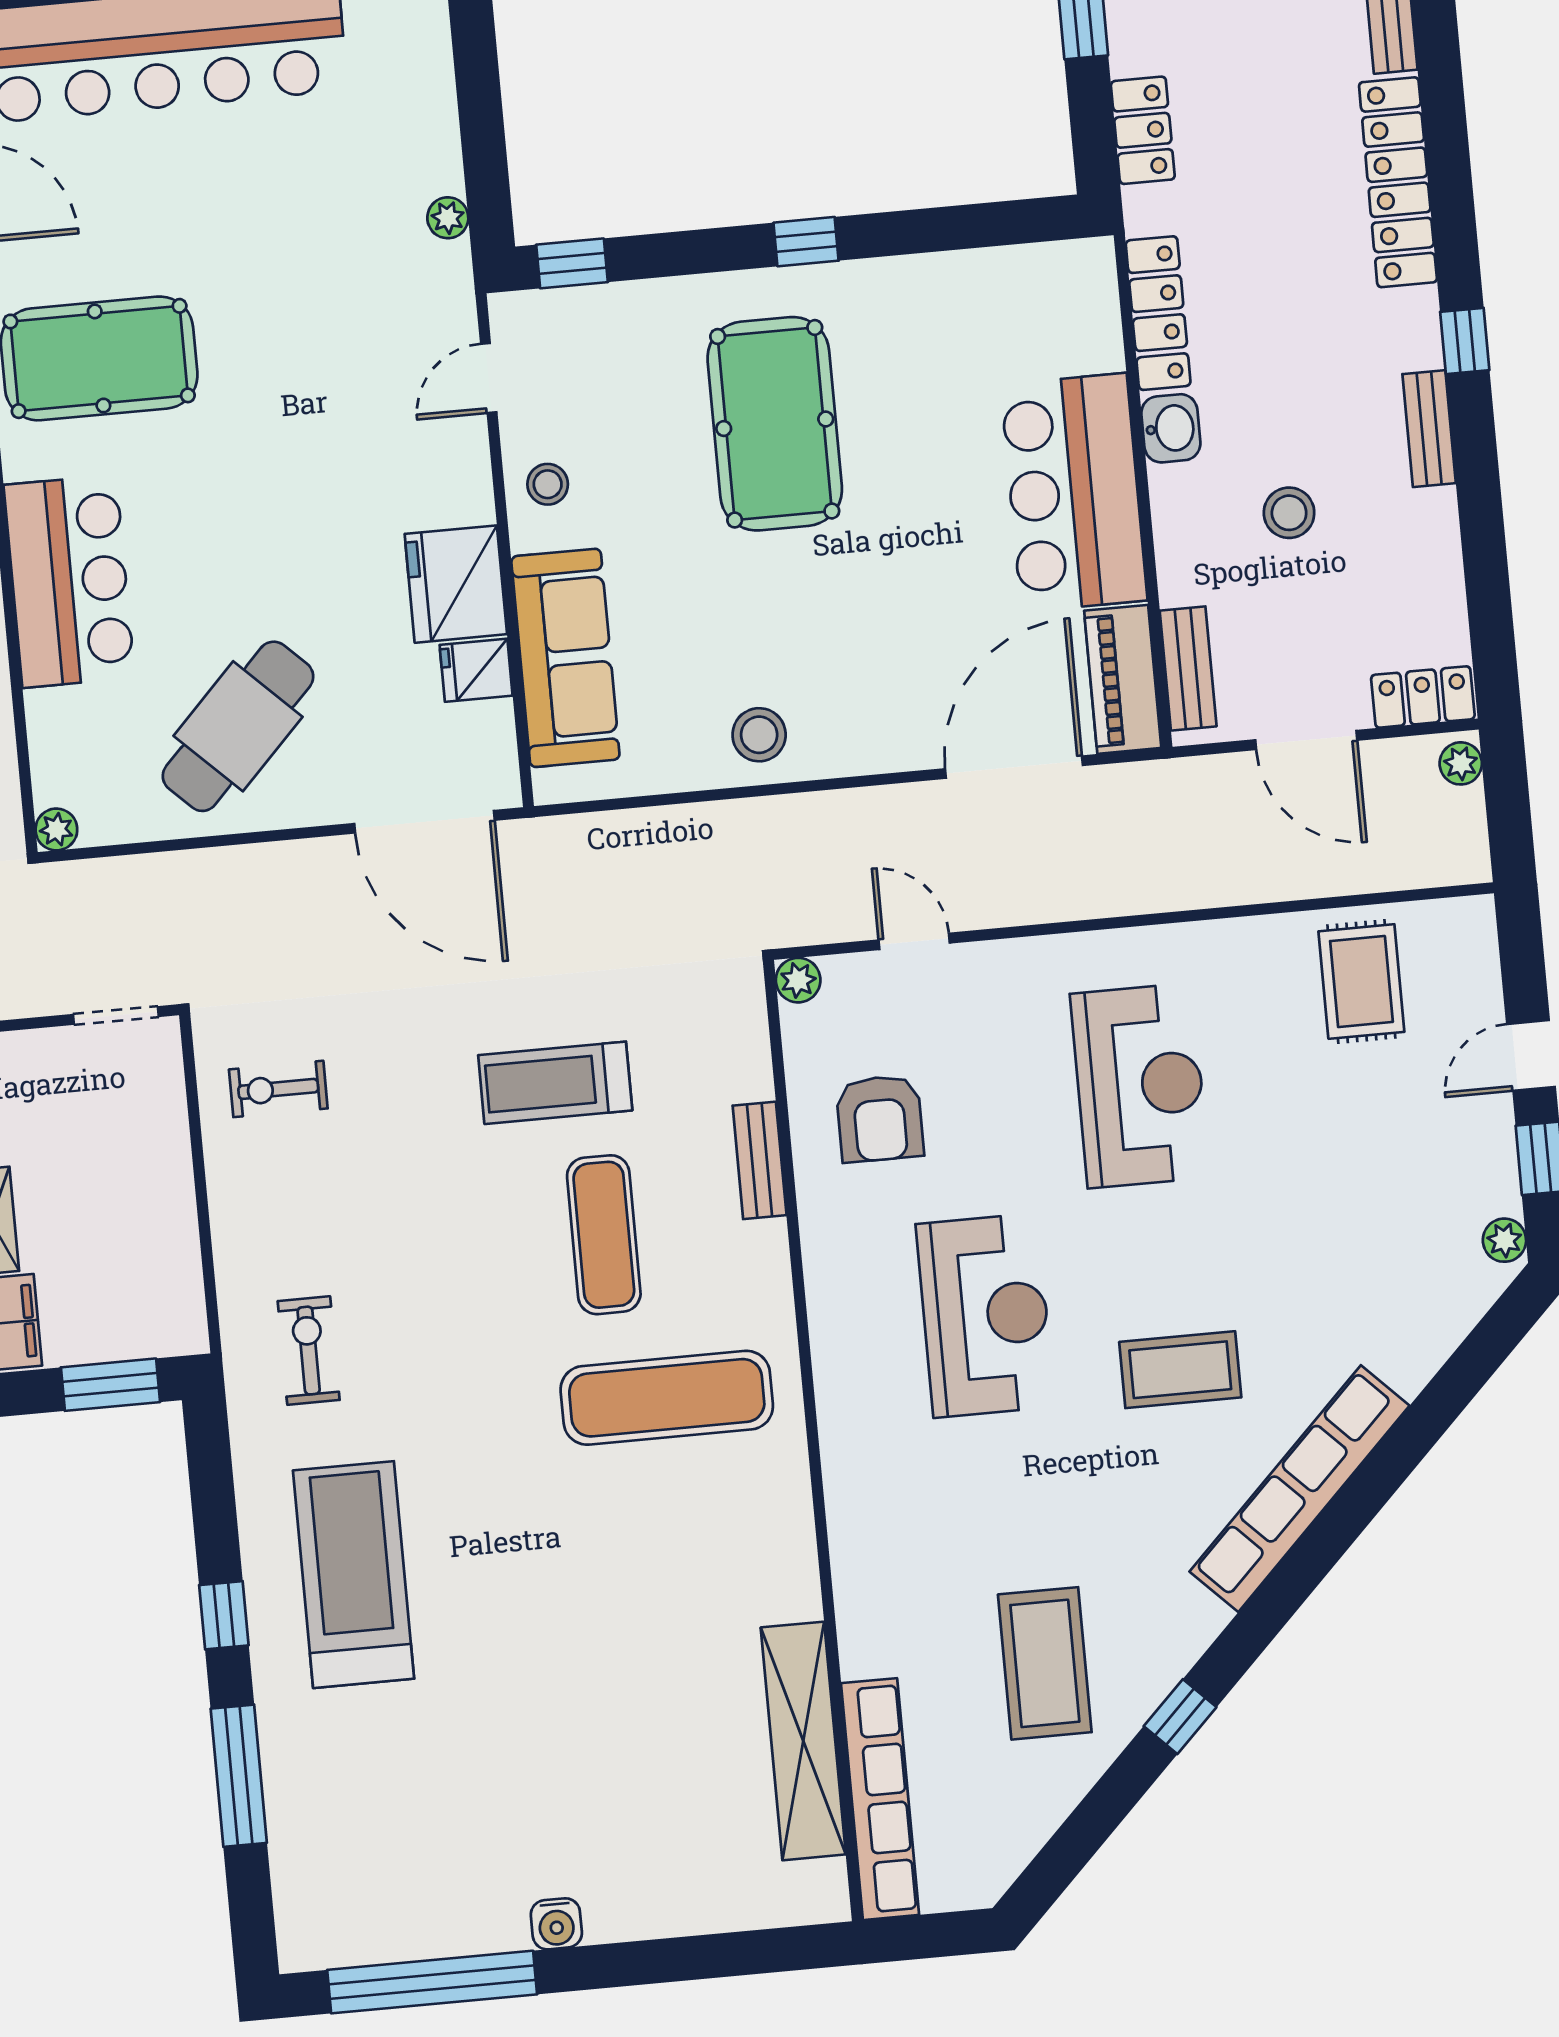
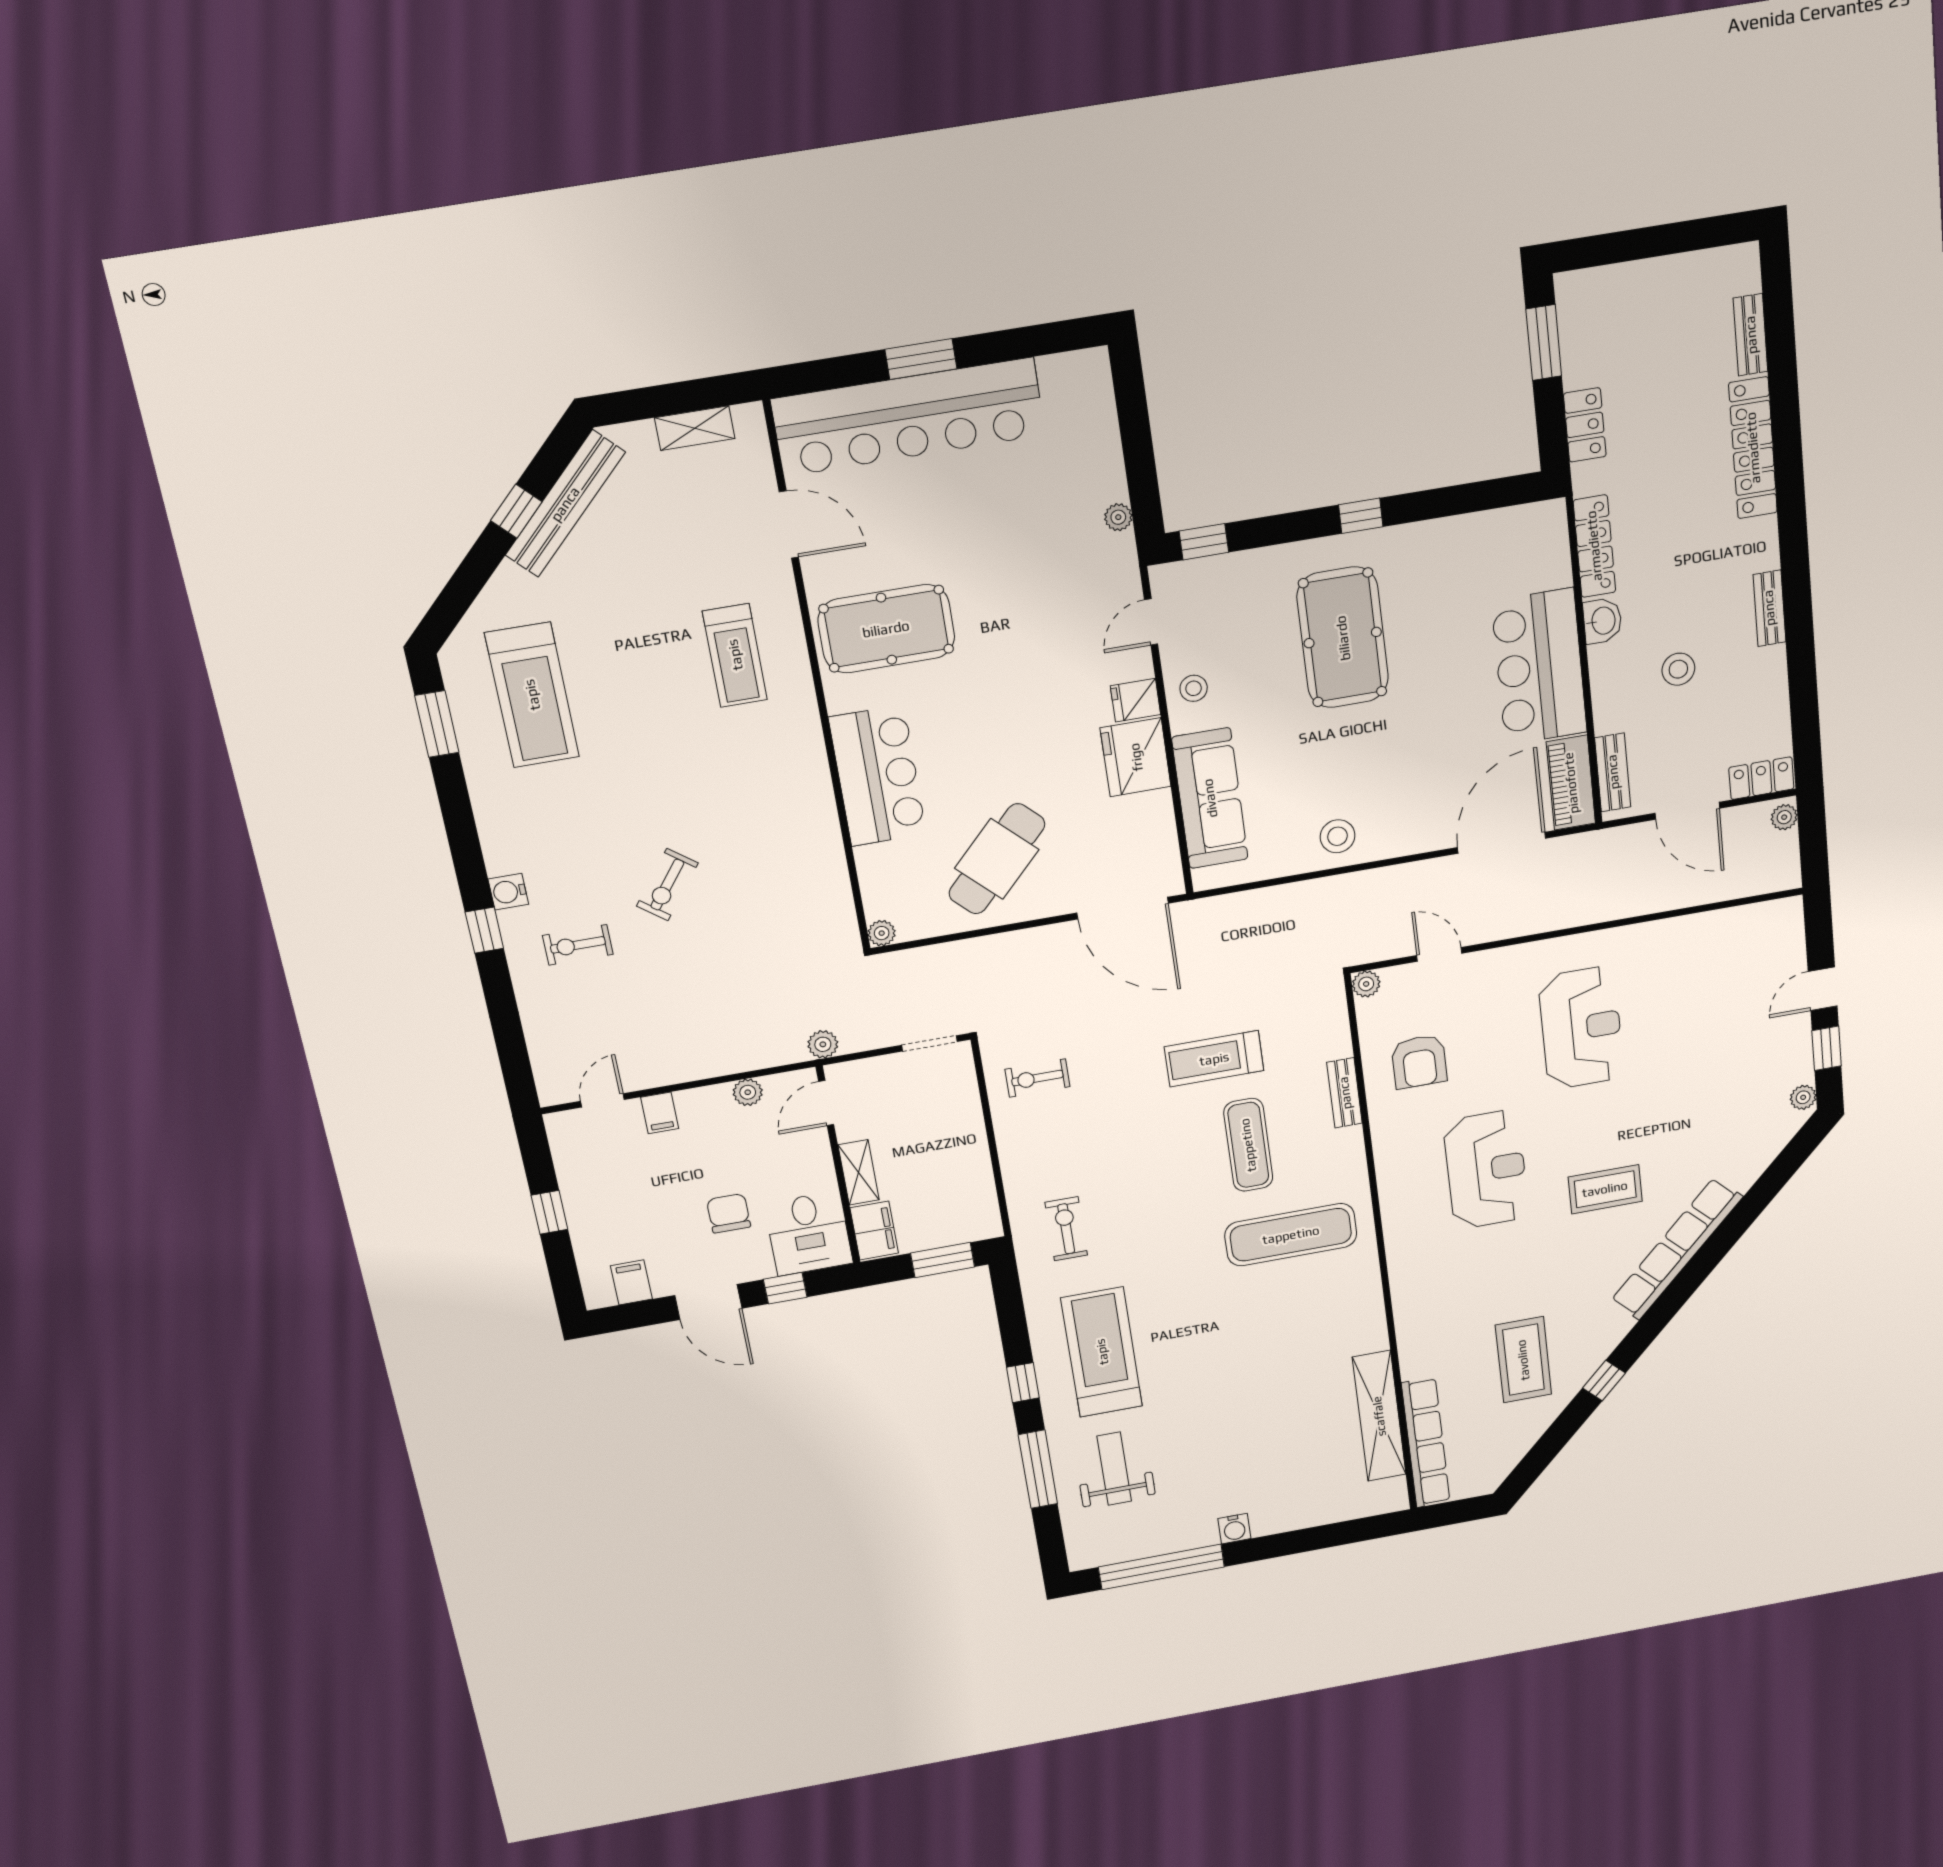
window: (1465, 341) -> (1794, 550), removed
fridge: (476, 670) -> (1136, 700), moved
rug: (1361, 982) -> (1719, 954), removed
weight bench: (363, 1789) -> (1114, 1469), added

